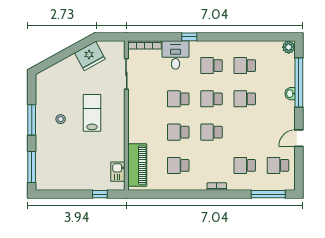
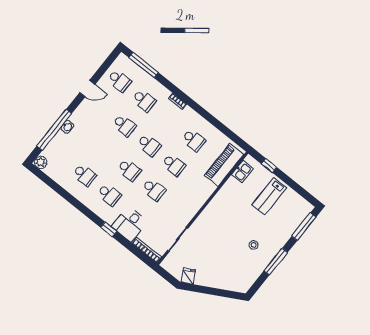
fridge: (90, 56) -> (188, 276), width x0.53, depth x0.75
school desk: (245, 99) -> (124, 125), moved
lab bench: (92, 113) -> (269, 196), moved

